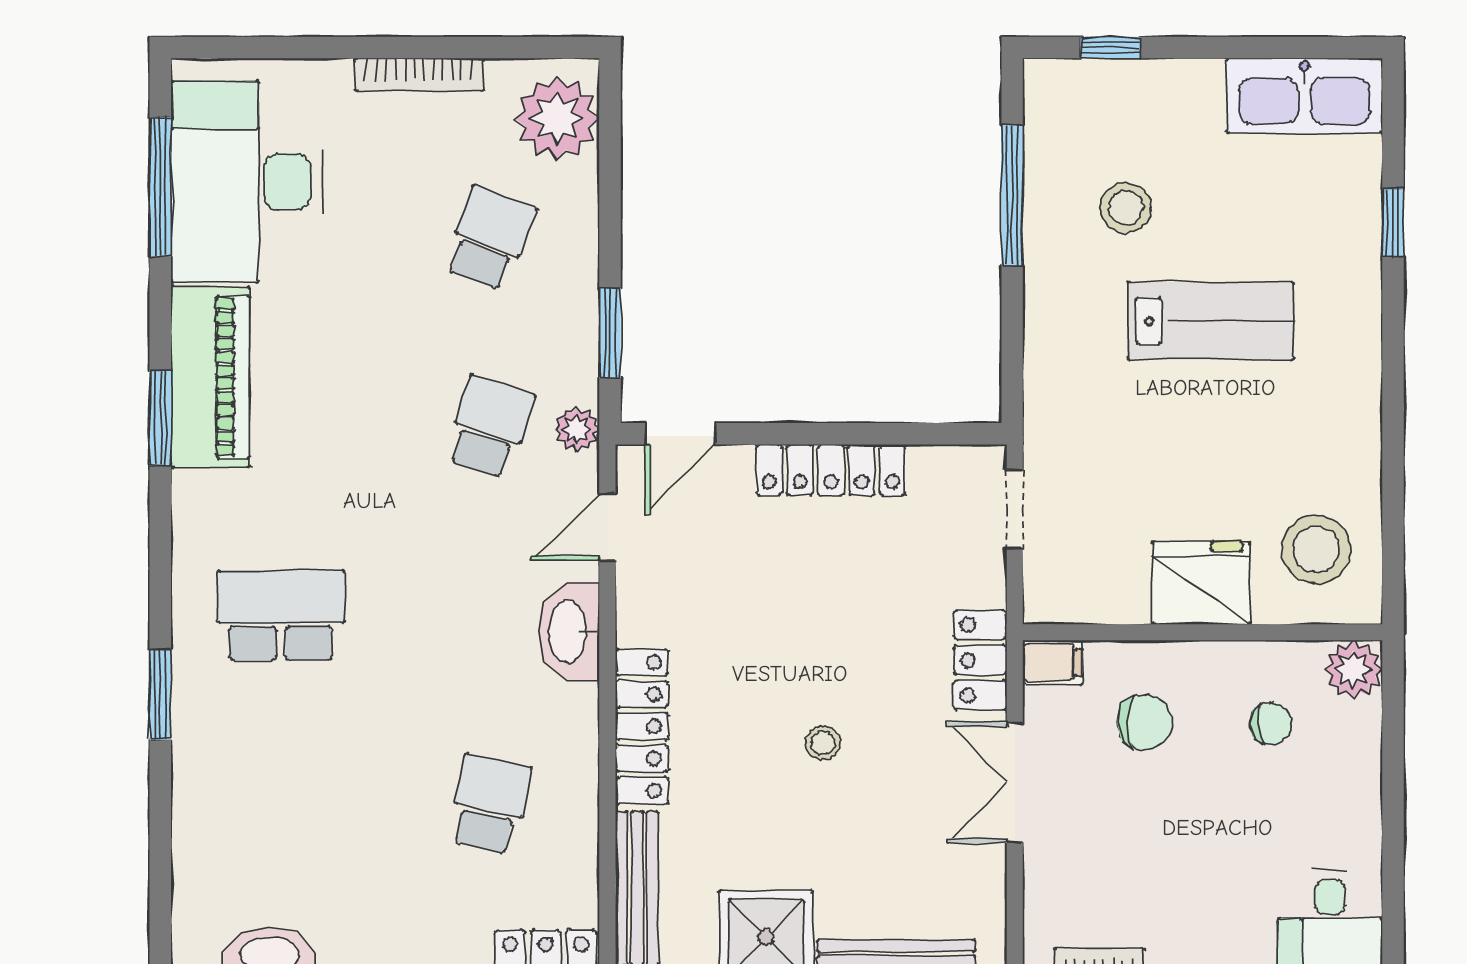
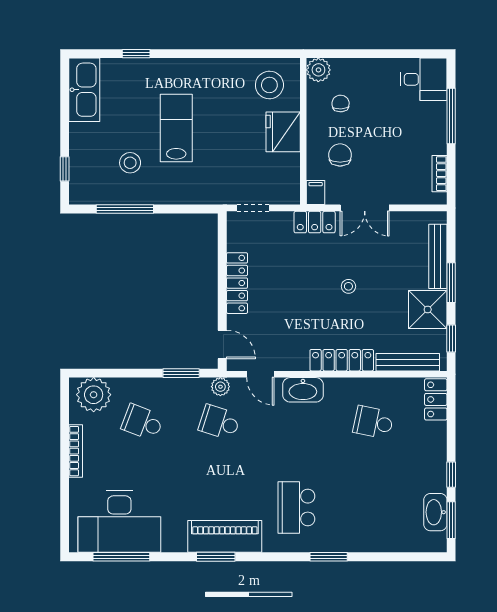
piano: (210, 377) -> (225, 536), moved

